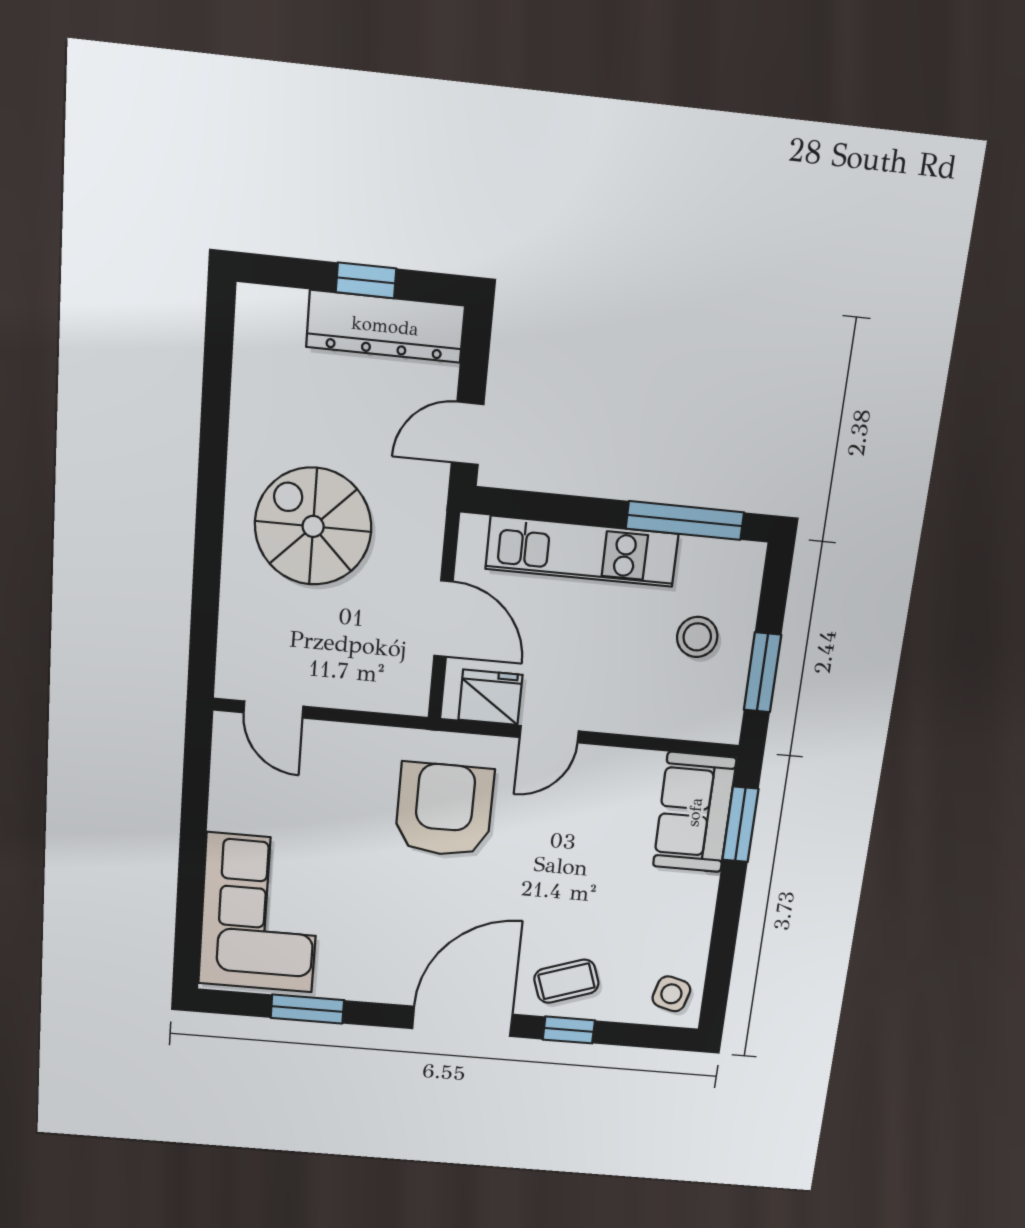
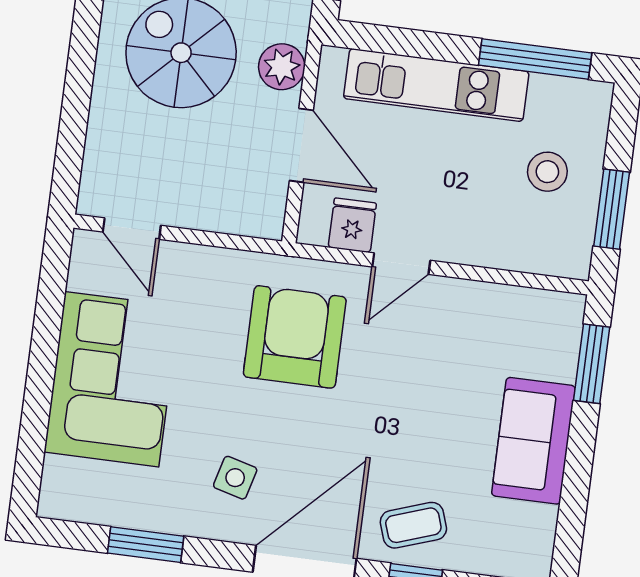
plant: (420, 538) -> (282, 67), added
fridge: (490, 697) -> (352, 225), width x0.72
sofa: (695, 812) -> (533, 441), moved
corner sofa: (260, 913) -> (112, 379), moved
side table: (671, 994) -> (235, 478), moved

